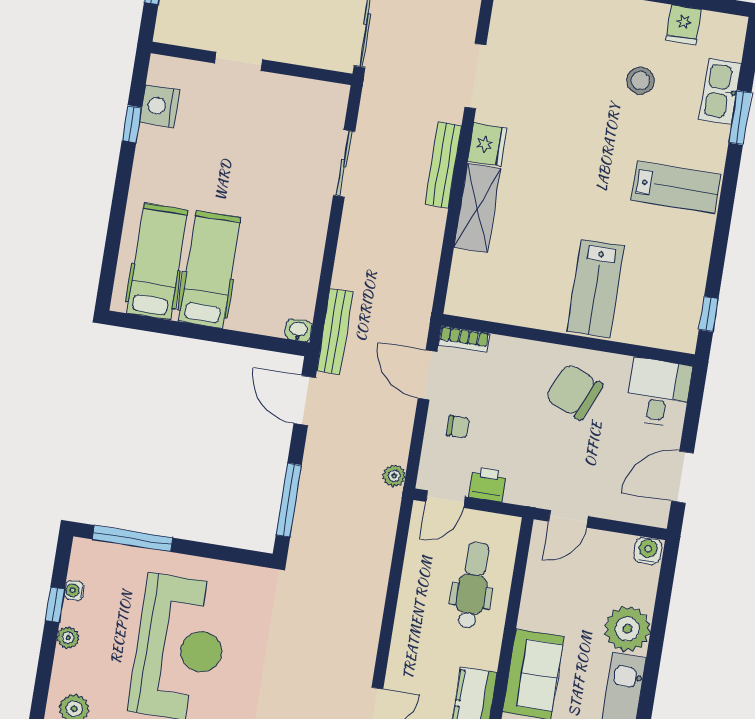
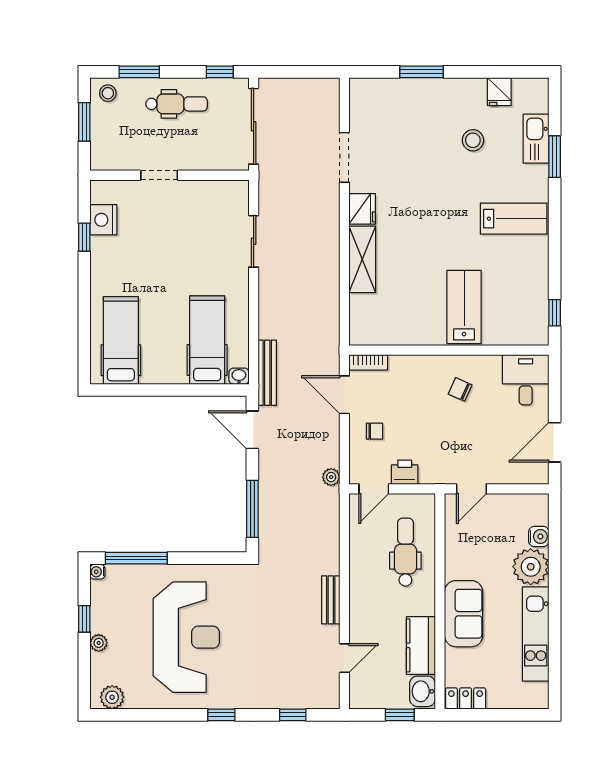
bench: (443, 165) -> (331, 600), moved, width x0.73
hospital bed: (209, 269) -> (207, 340), moved
lab bench: (596, 289) -> (464, 307), turned 180
chair: (574, 392) -> (460, 389), width x0.54, depth x0.54
water cooler: (648, 551) -> (539, 536), moved, turned 90
water cooler: (74, 591) -> (97, 572), moved

